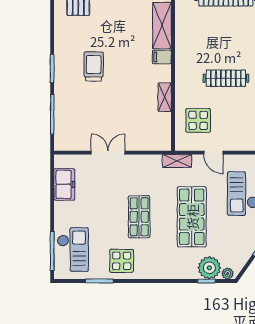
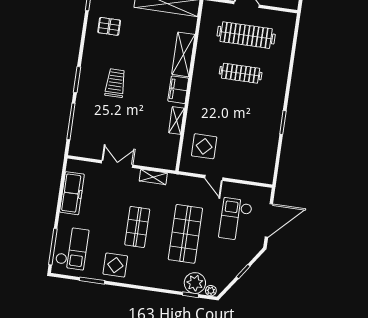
filing cabinet: (162, 57) -> (178, 90), width x2.00
clothes rail: (226, 78) -> (241, 73), moved
shelving: (177, 161) -> (153, 177), moved
freezer: (64, 184) -> (72, 193), width x1.40

